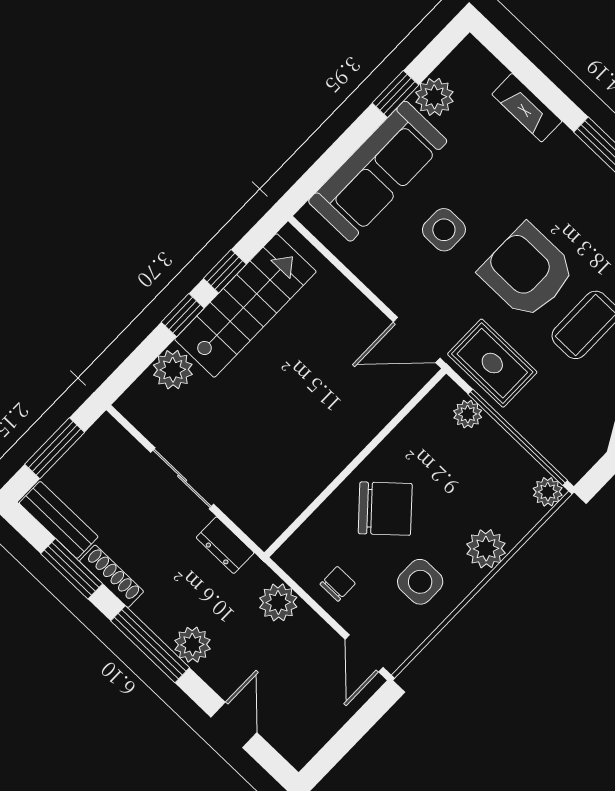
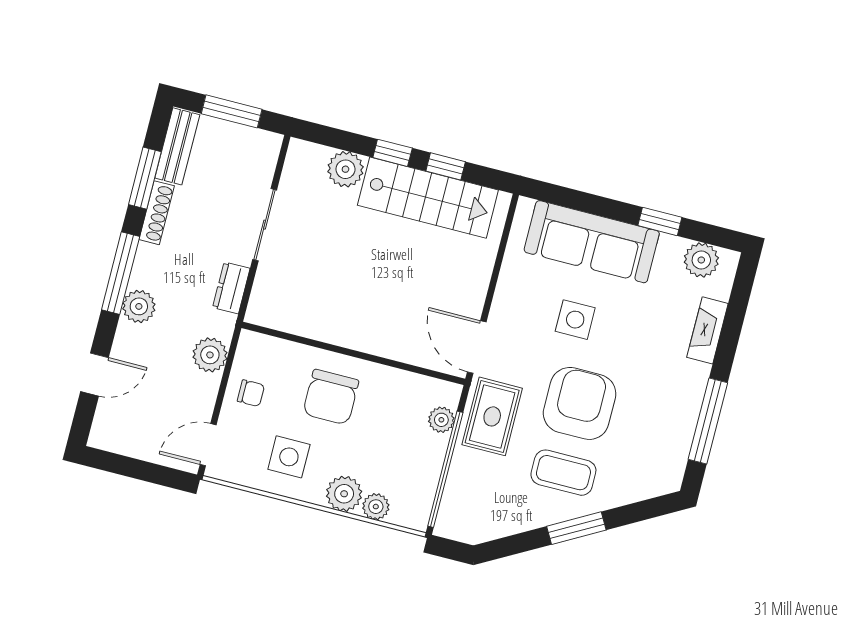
plant: (434, 97) -> (701, 260), moved
plant: (548, 492) -> (376, 507), moved
chair: (385, 509) -> (331, 397), turned 42

